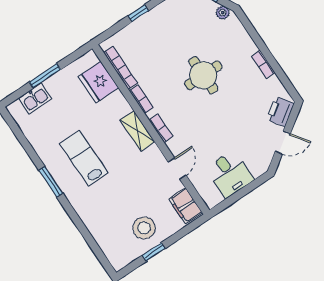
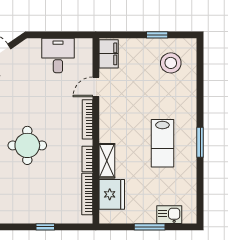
bookcase: (161, 128) -> (87, 119), width x1.56
shelving: (138, 131) -> (107, 161), moved
stool: (144, 228) -> (171, 63), moved

